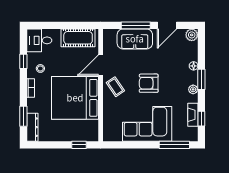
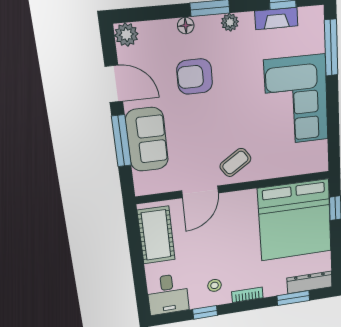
door: (101, 65) -> (200, 192), hinge flipped
armchair: (149, 83) -> (195, 77), moved, turned 90
bed: (75, 98) -> (295, 220), moved

